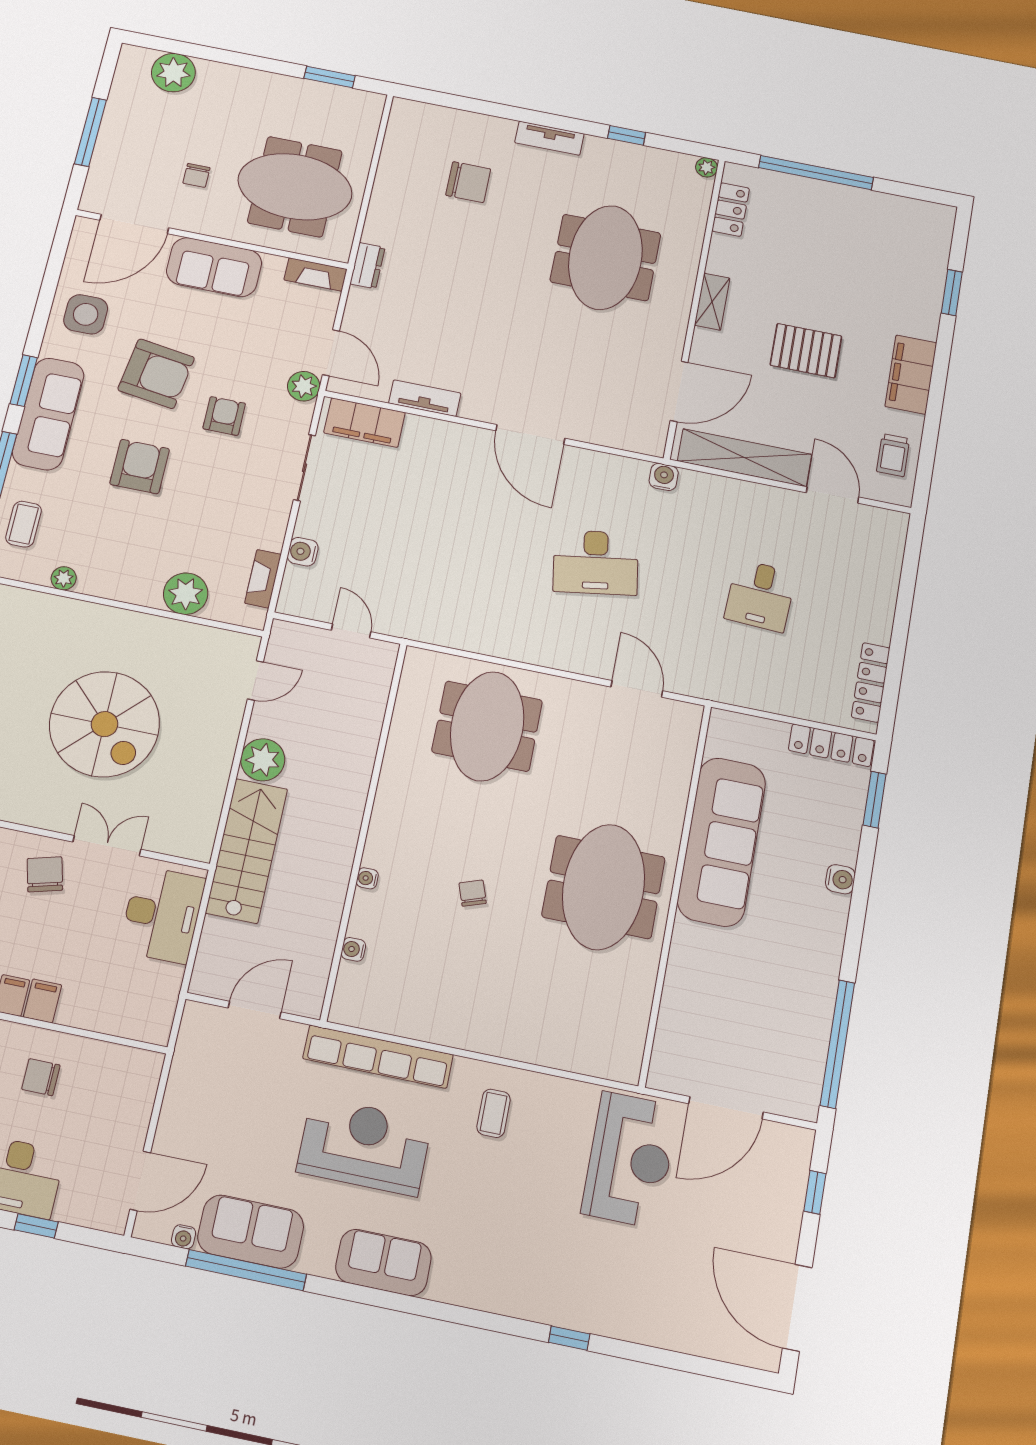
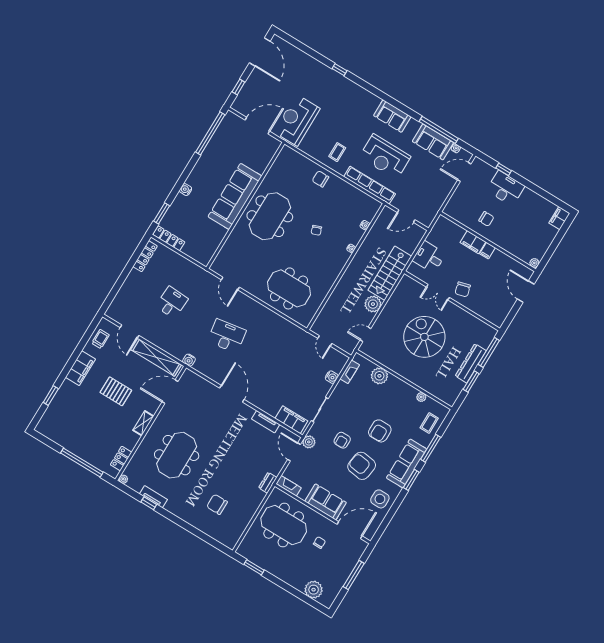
tv unit: (549, 138) -> (153, 497), moved
meeting table: (487, 726) -> (289, 288), turned 90
sofa: (722, 842) -> (235, 196), moved
desk: (162, 914) -> (429, 257), width x0.73
filing cabinet: (43, 1001) -> (473, 242), width x2.00
chair: (511, 1027) -> (320, 179), added

